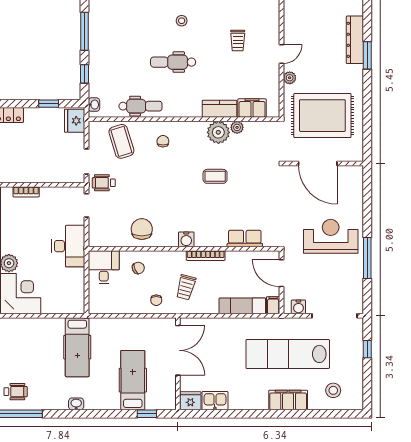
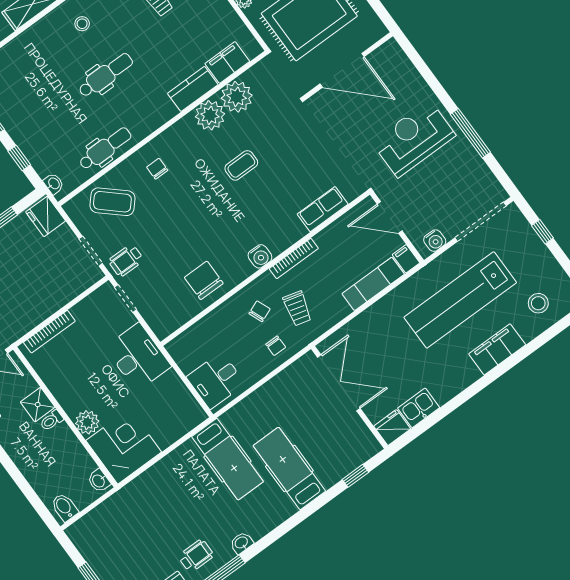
dental chair: (173, 62) -> (106, 75), turned 180
plant: (237, 127) -> (237, 97), width x1.88, depth x1.88
coffee table: (121, 141) -> (112, 202), turned -31
bookcase: (26, 192) -> (49, 332), width x1.56
desk: (104, 267) -> (216, 380), moved, turned -90
chair: (138, 268) -> (260, 311), moved
hospital bed: (133, 380) -> (289, 468), moved
washbasin: (76, 404) -> (242, 543), moved

